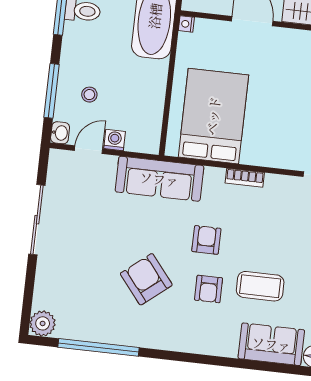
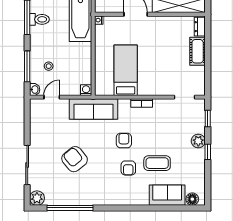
bed: (213, 116) -> (126, 70), width x0.67
washing machine: (115, 140) -> (86, 90), moved
sliding door: (37, 220) -> (27, 165), moved
armchair: (146, 279) -> (75, 159), moved

